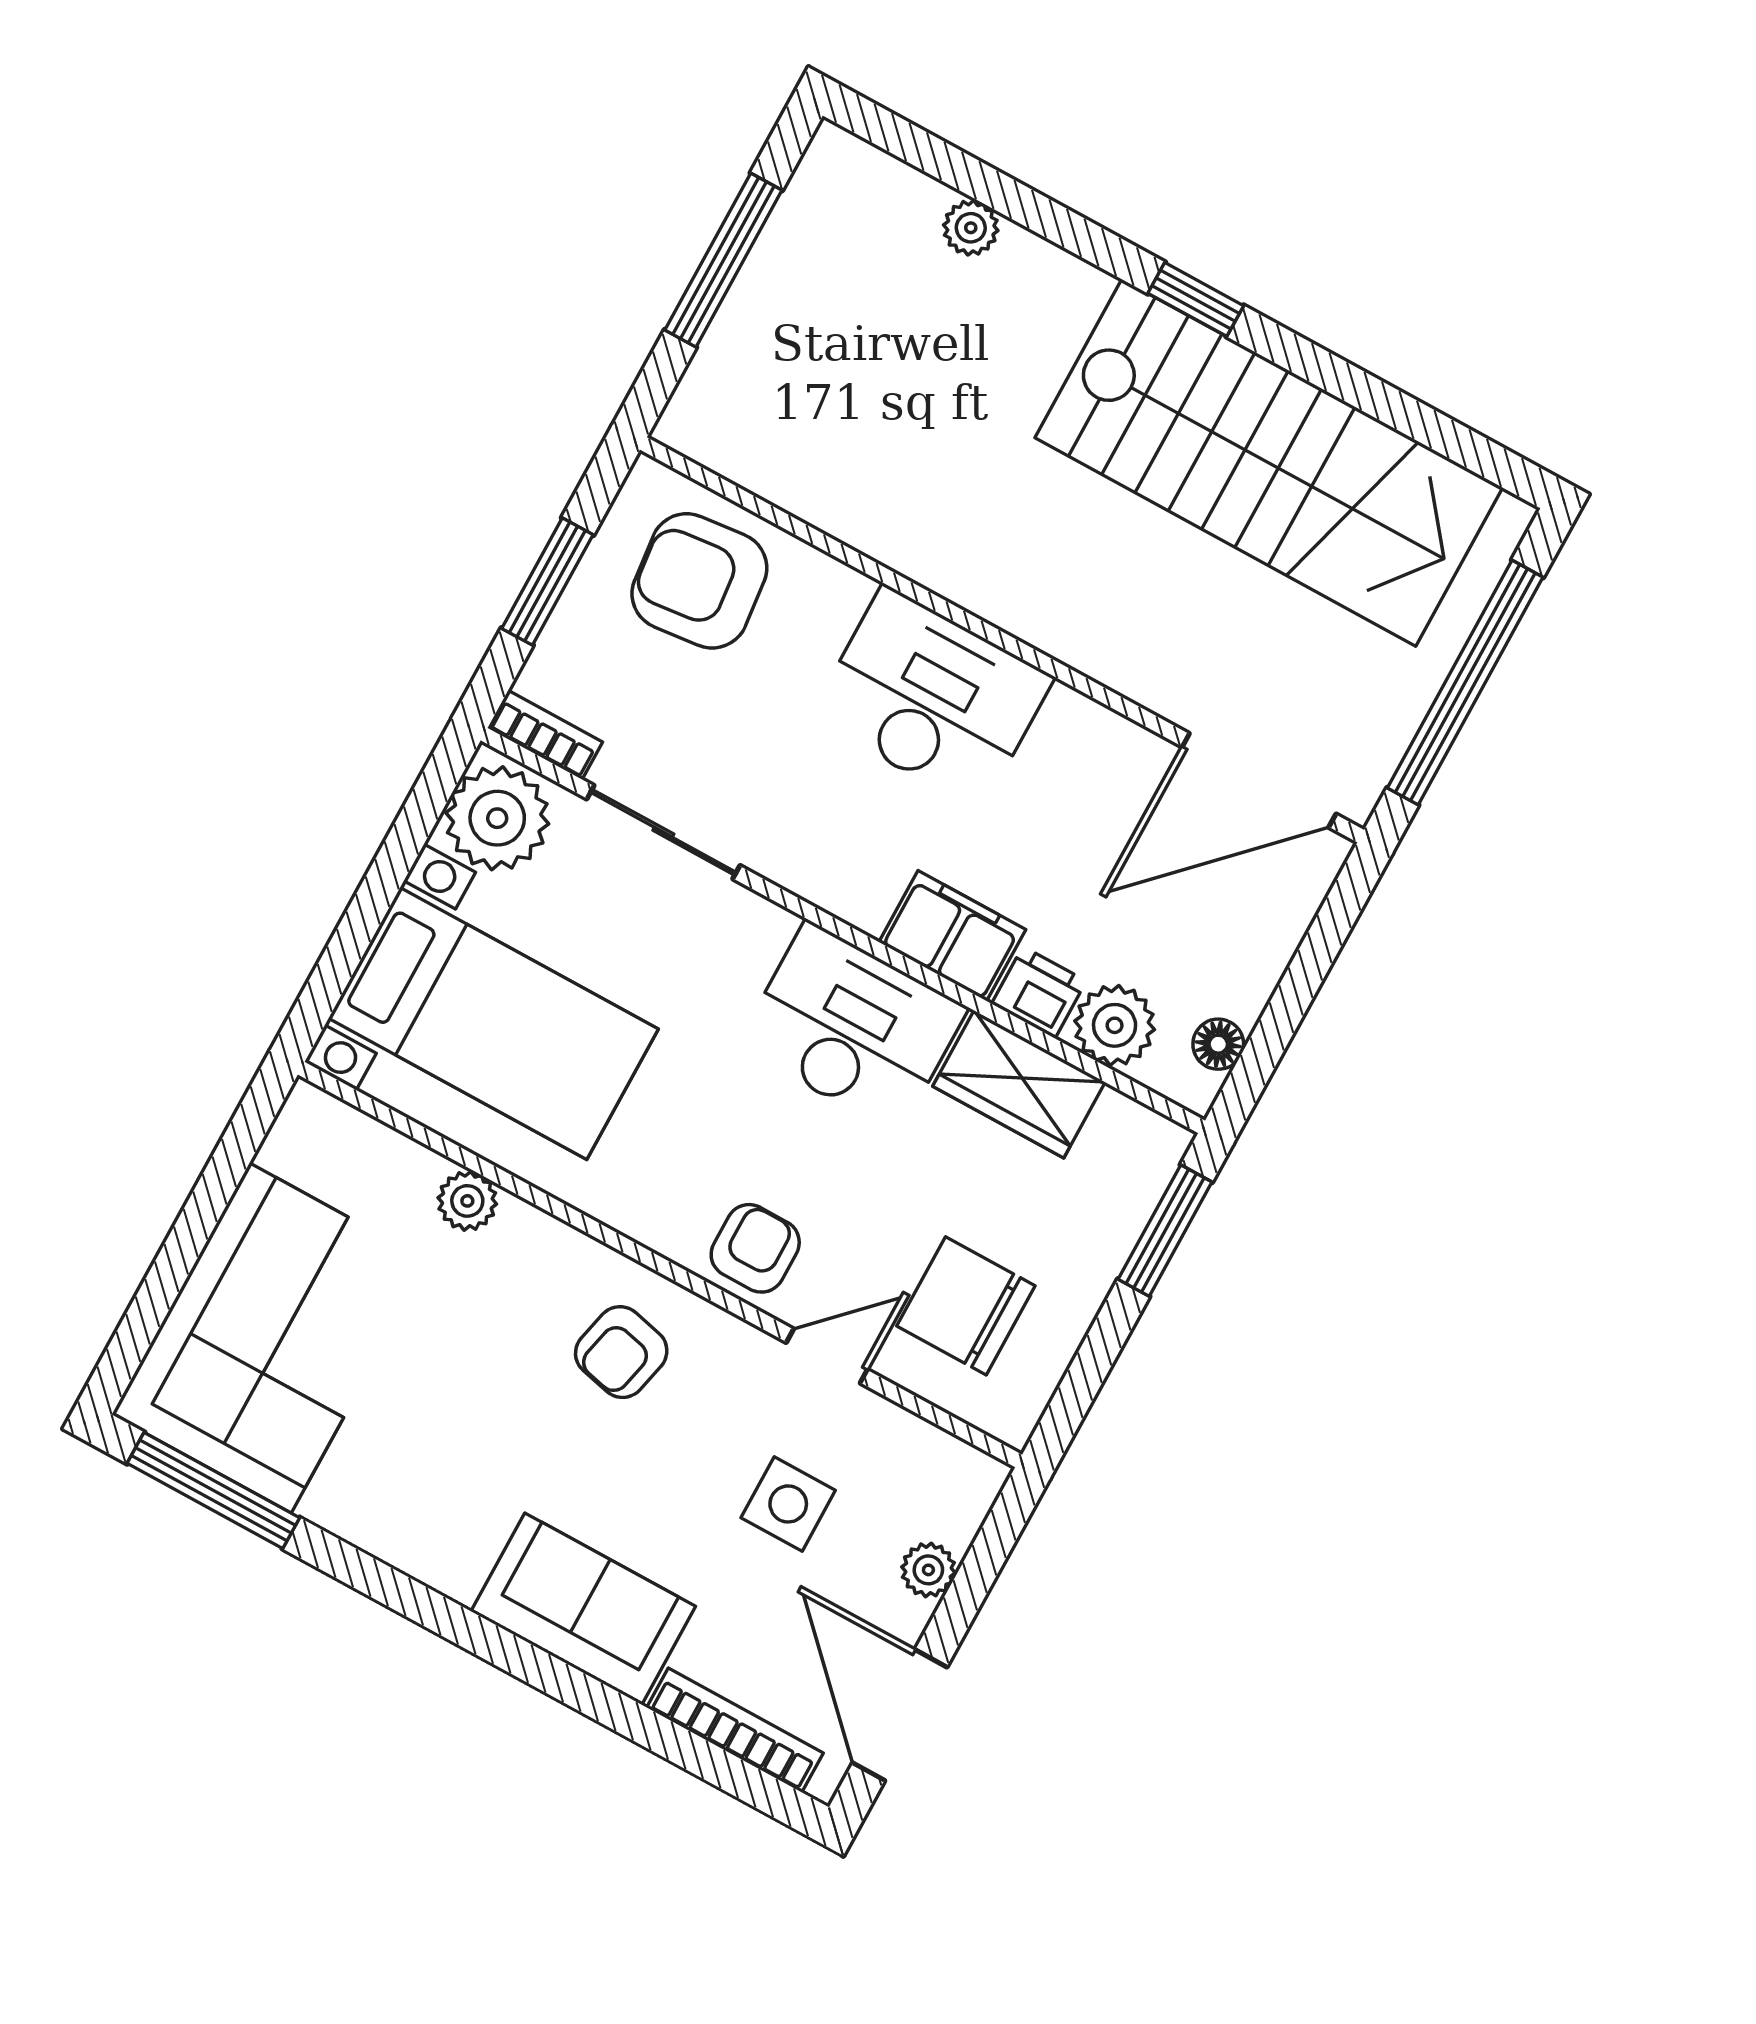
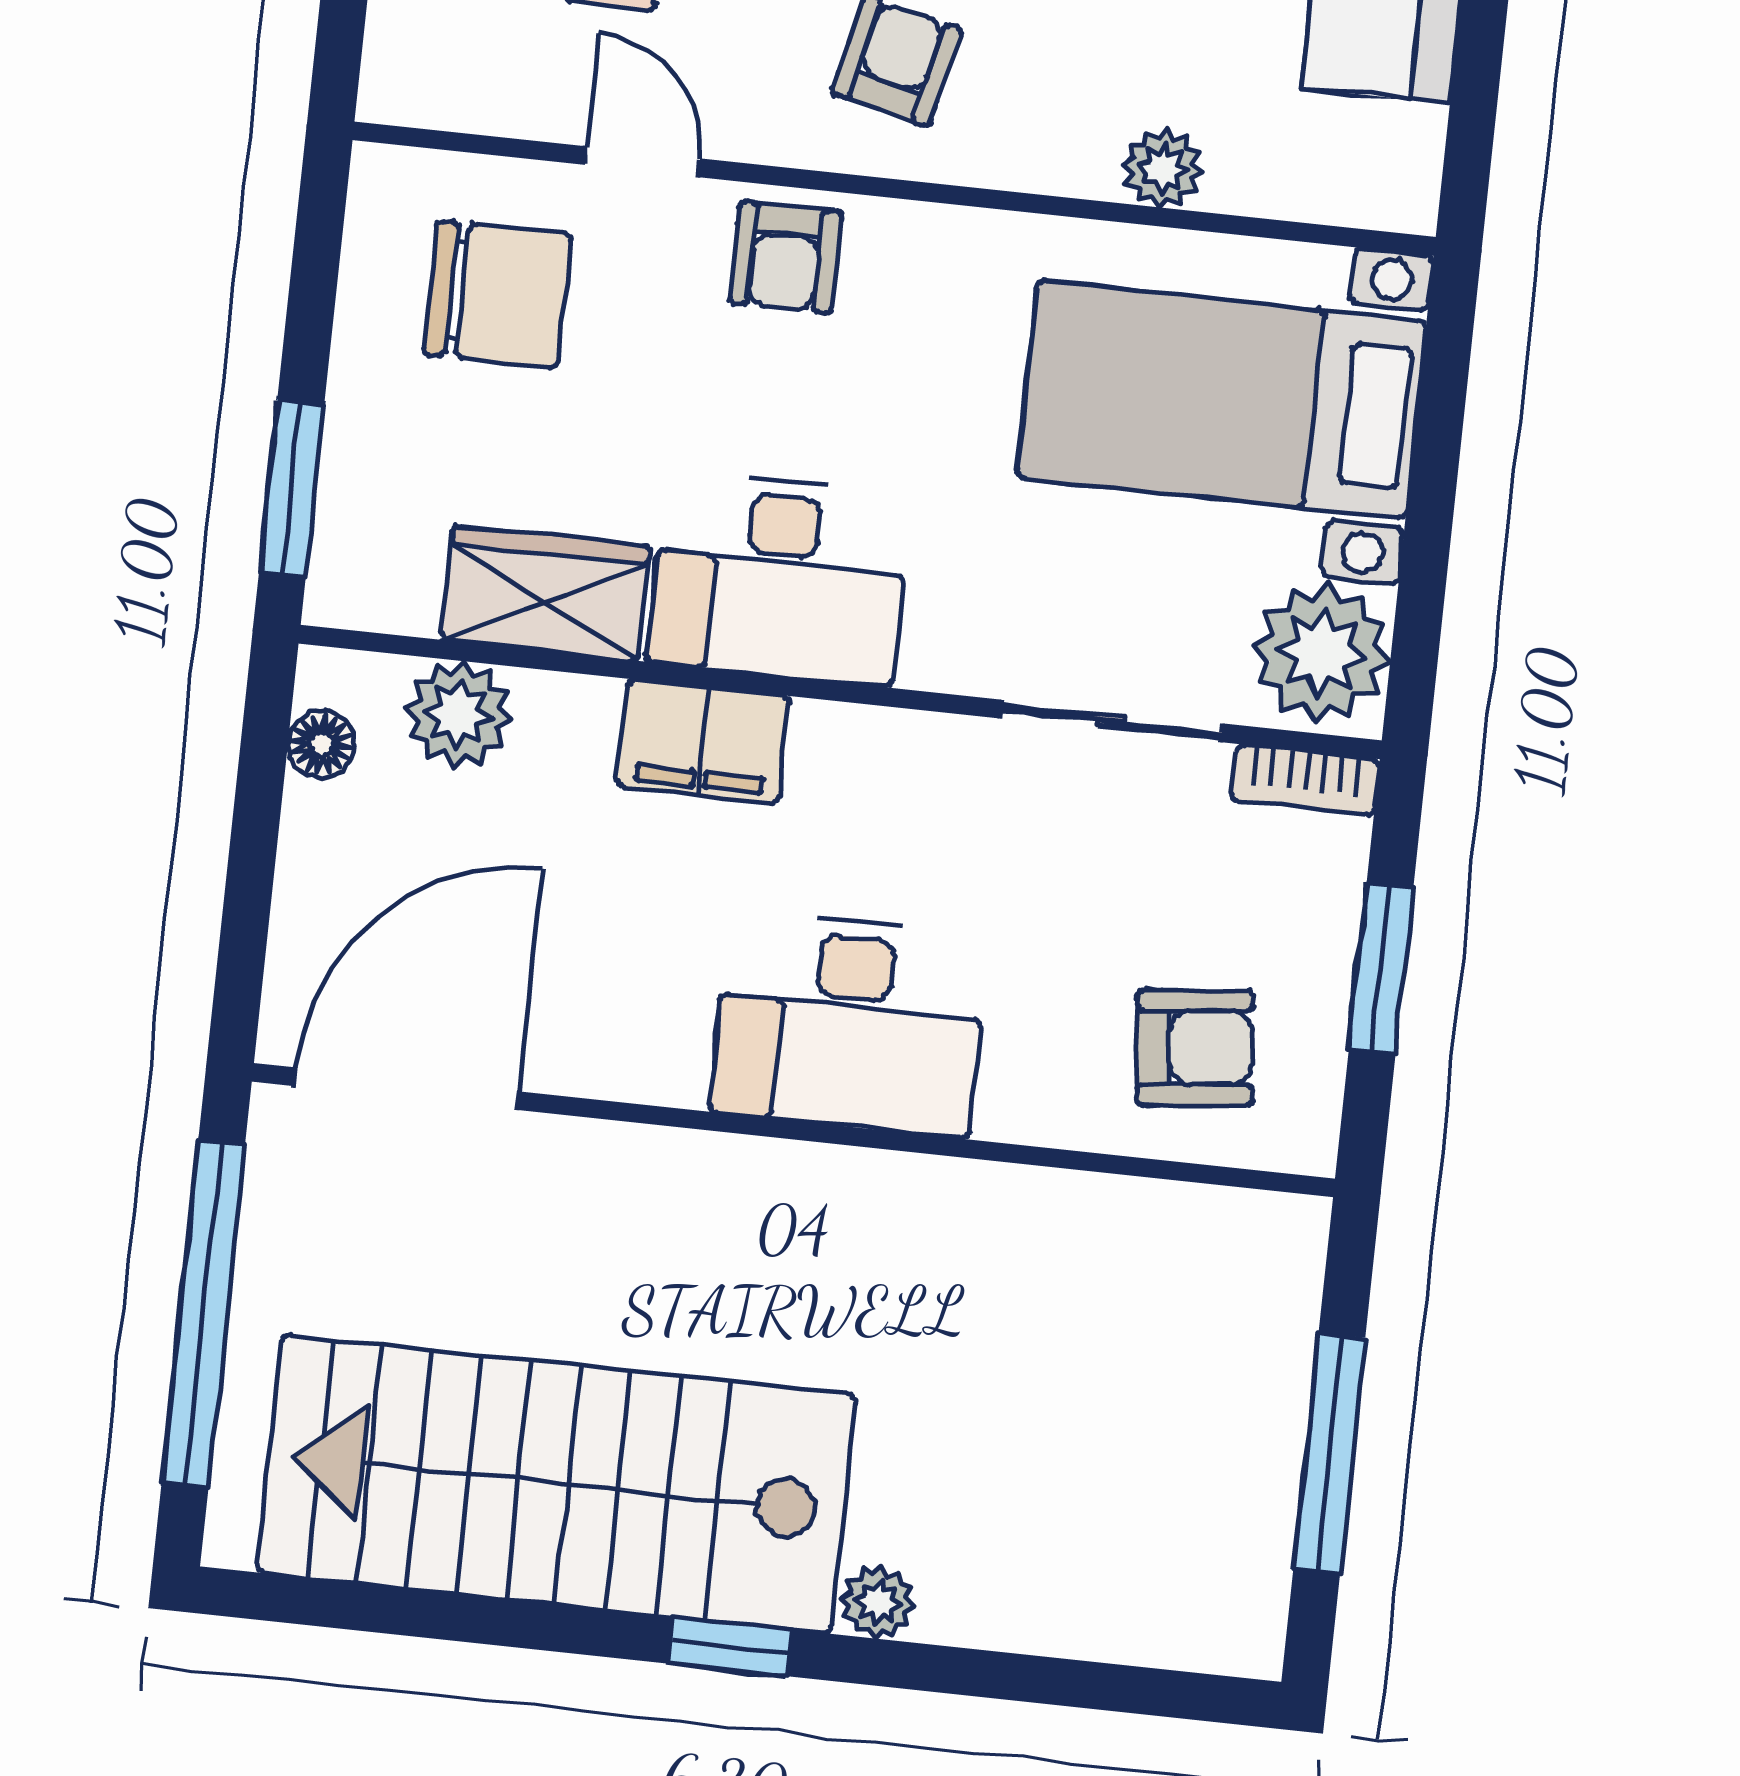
plant: (971, 228) -> (878, 1602), moved
armchair: (699, 581) -> (1195, 1048), width x0.72, depth x0.72
printer: (1039, 992) -> (568, 716), removed
door: (827, 1356) -> (642, 162), swing flipped

